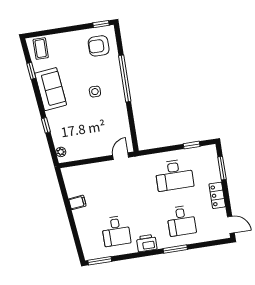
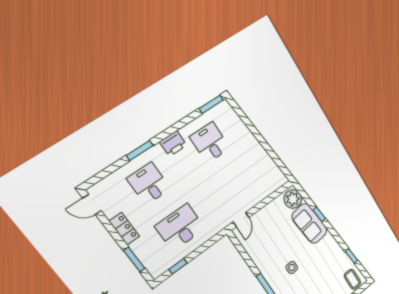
sofa: (51, 89) -> (309, 224), moved
plant: (61, 152) -> (293, 199), width x1.88, depth x1.88
filing cabinet: (77, 202) -> (260, 155), removed

